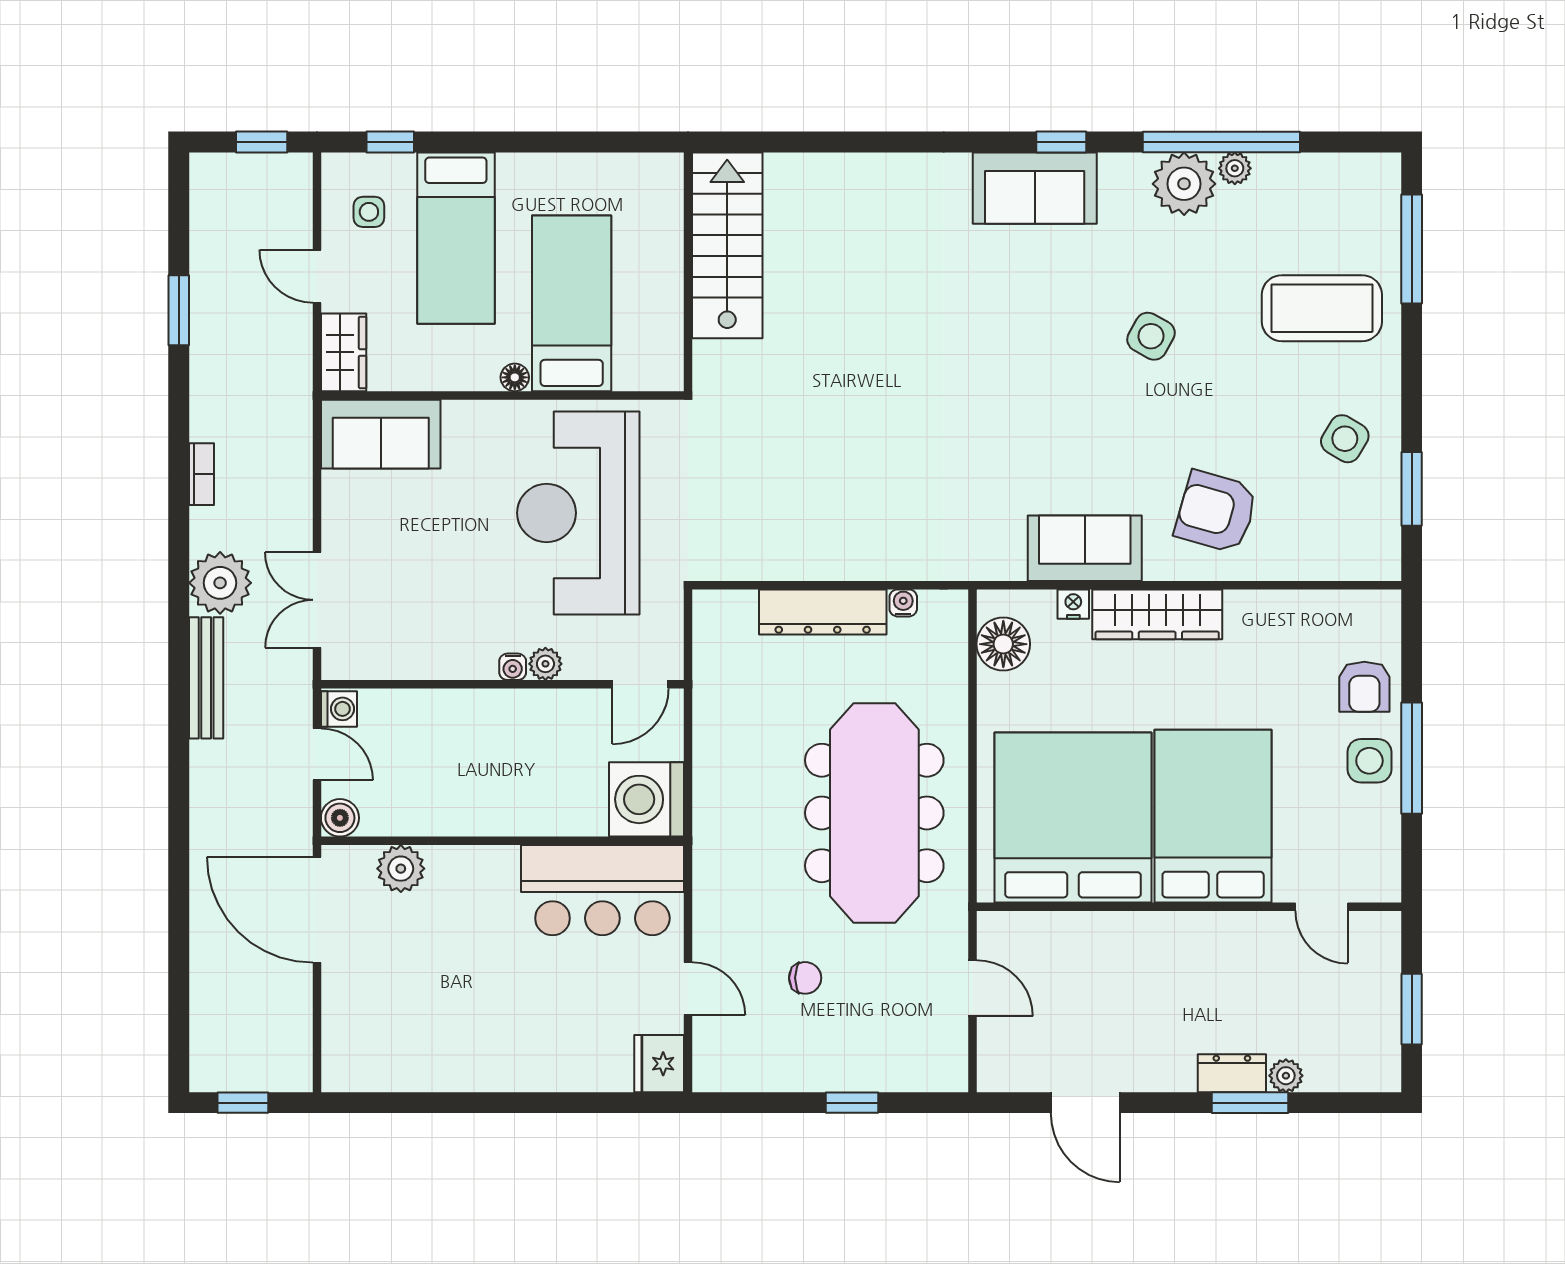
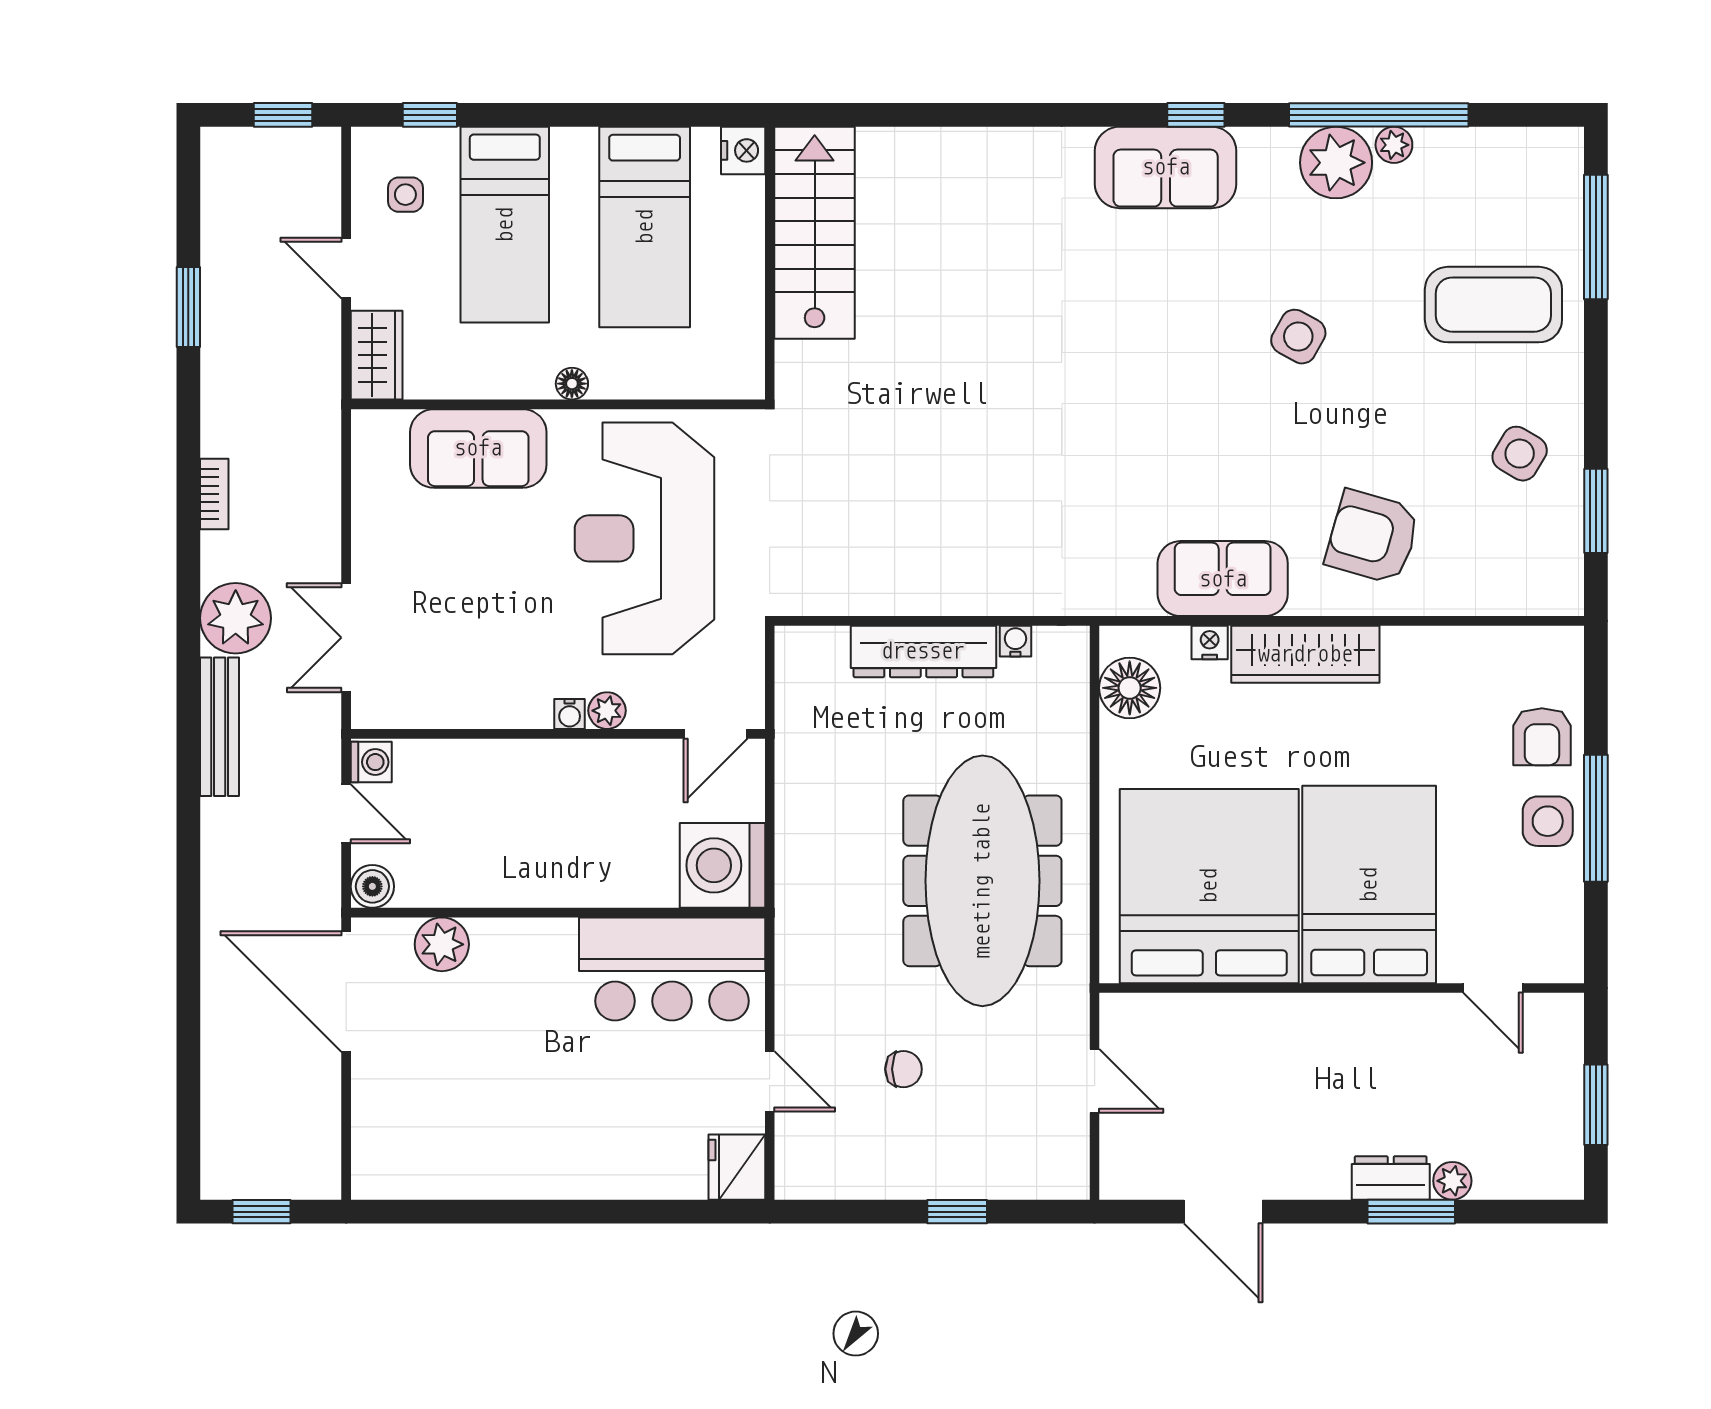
nightstand: (665, 173) -> (743, 150), added
bed: (572, 303) -> (645, 227), moved, turned 180
sofa: (381, 434) -> (478, 448), moved

